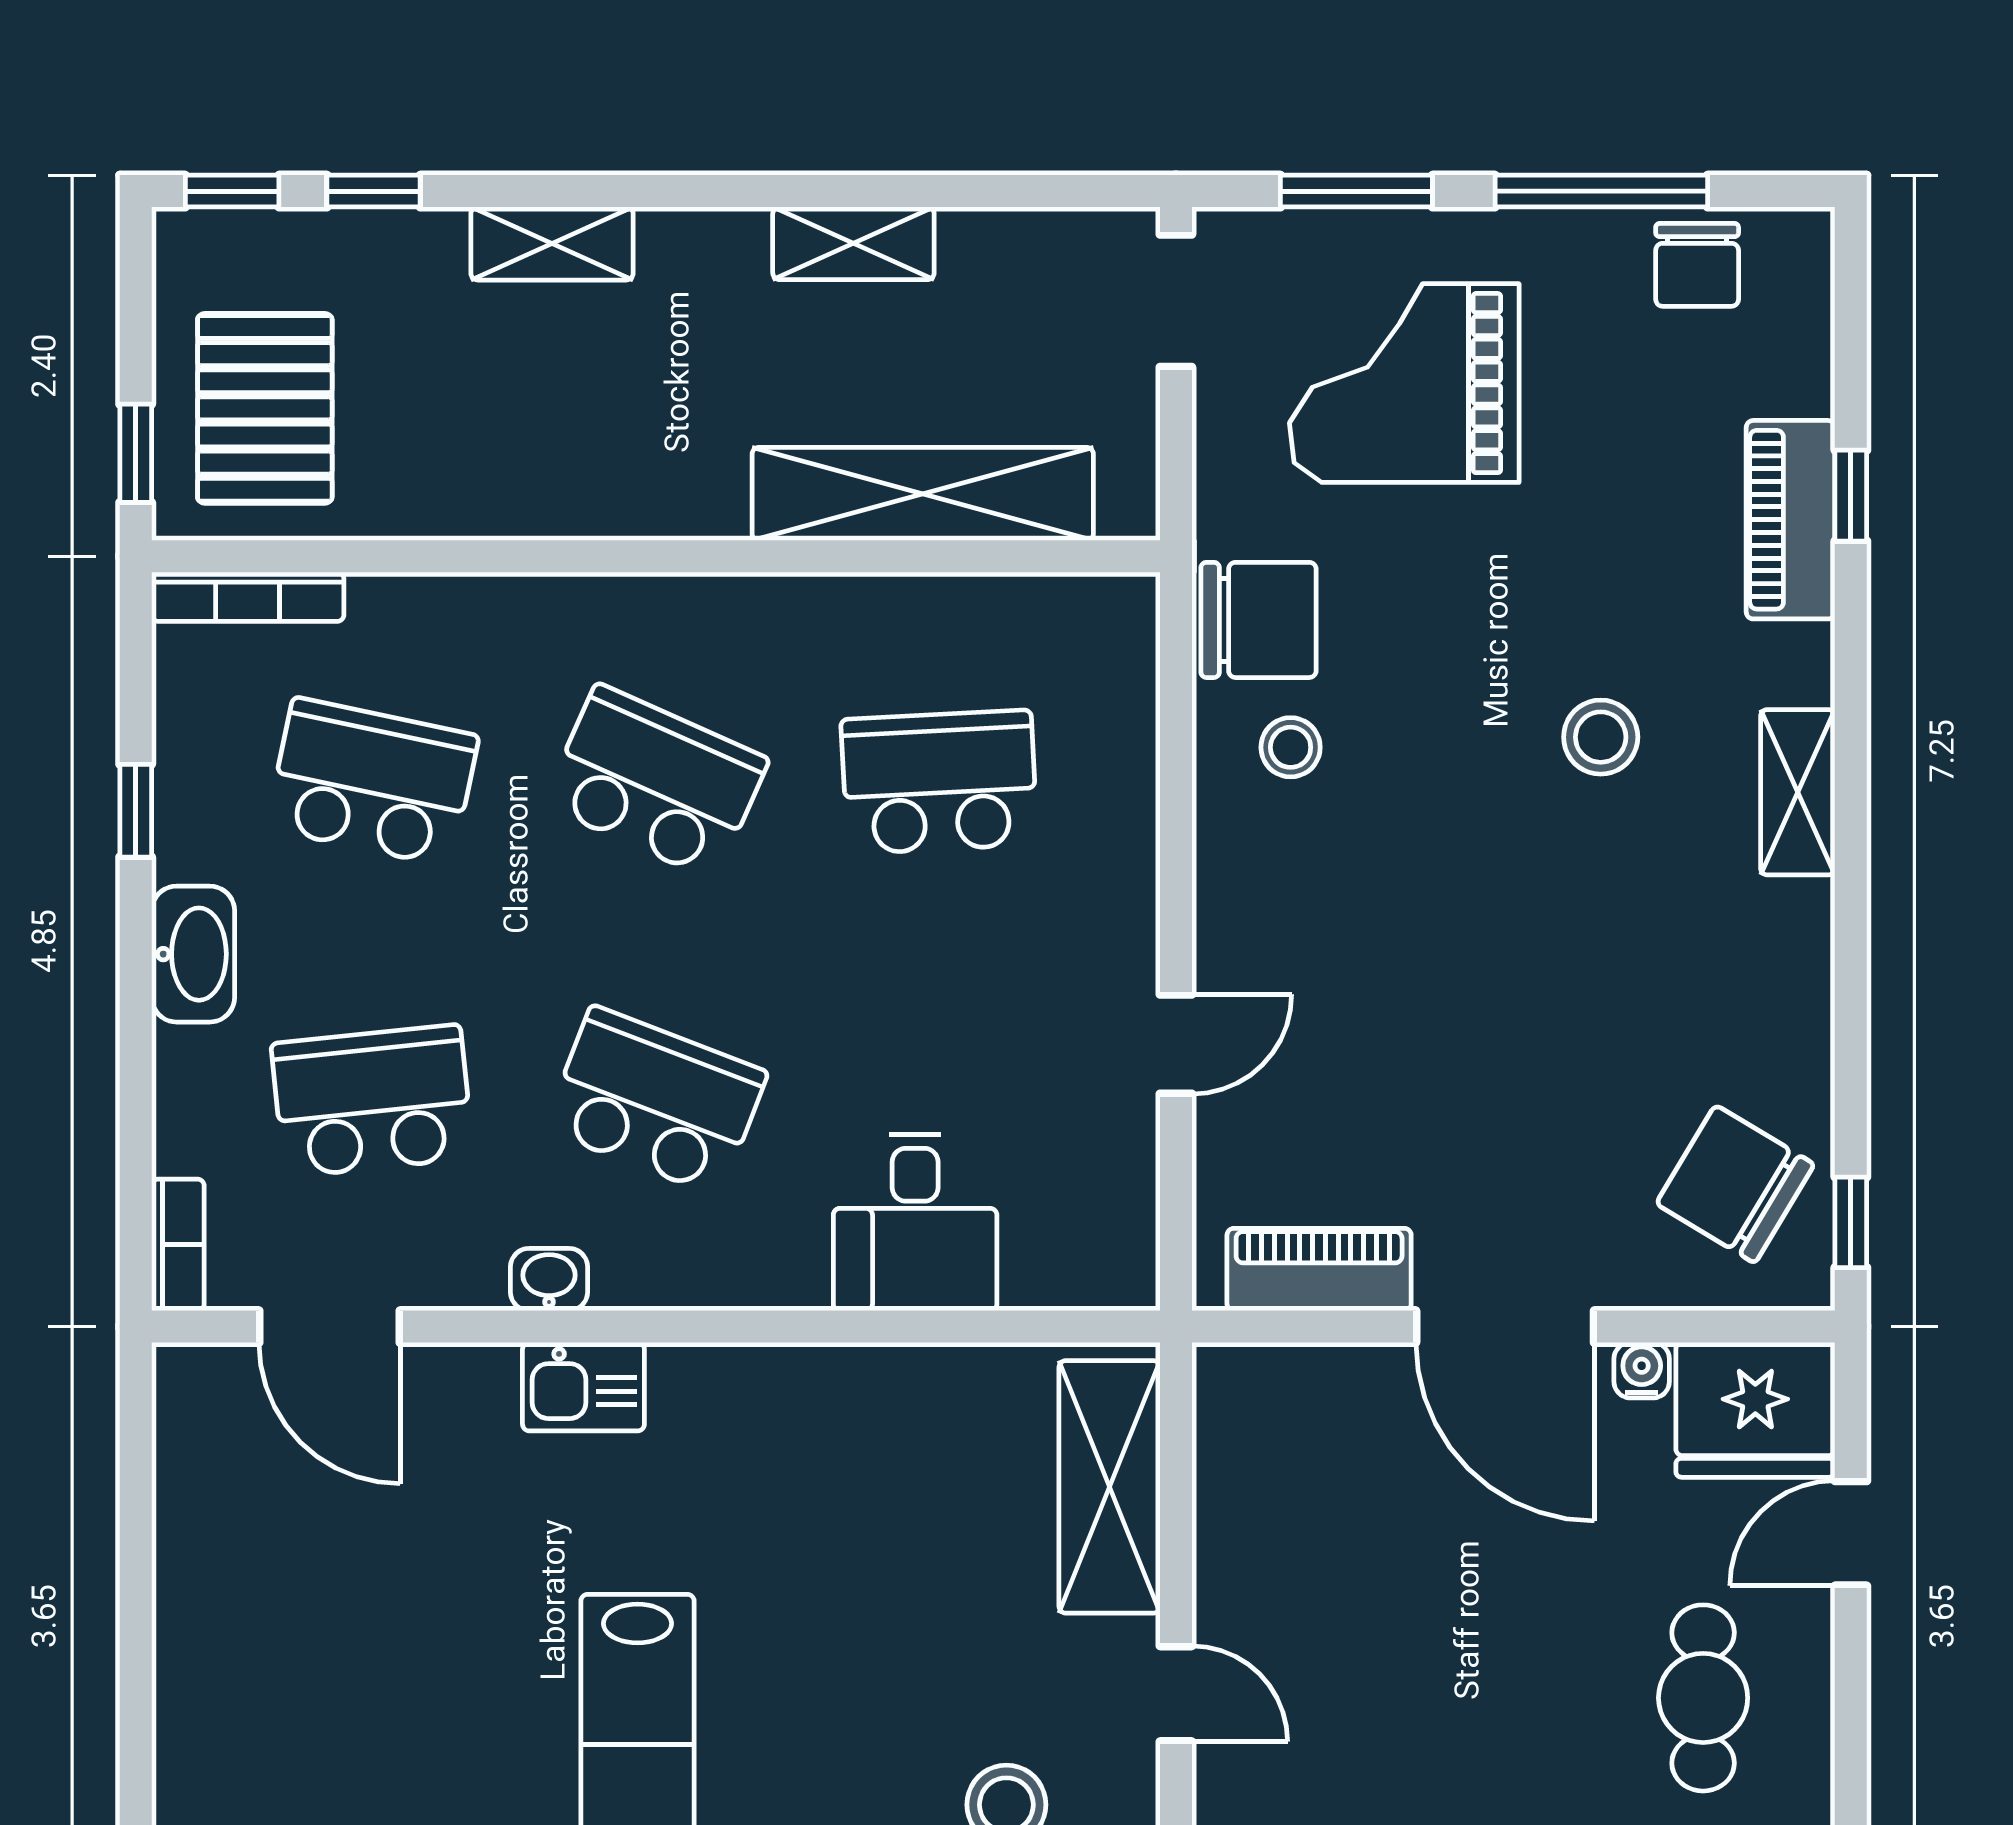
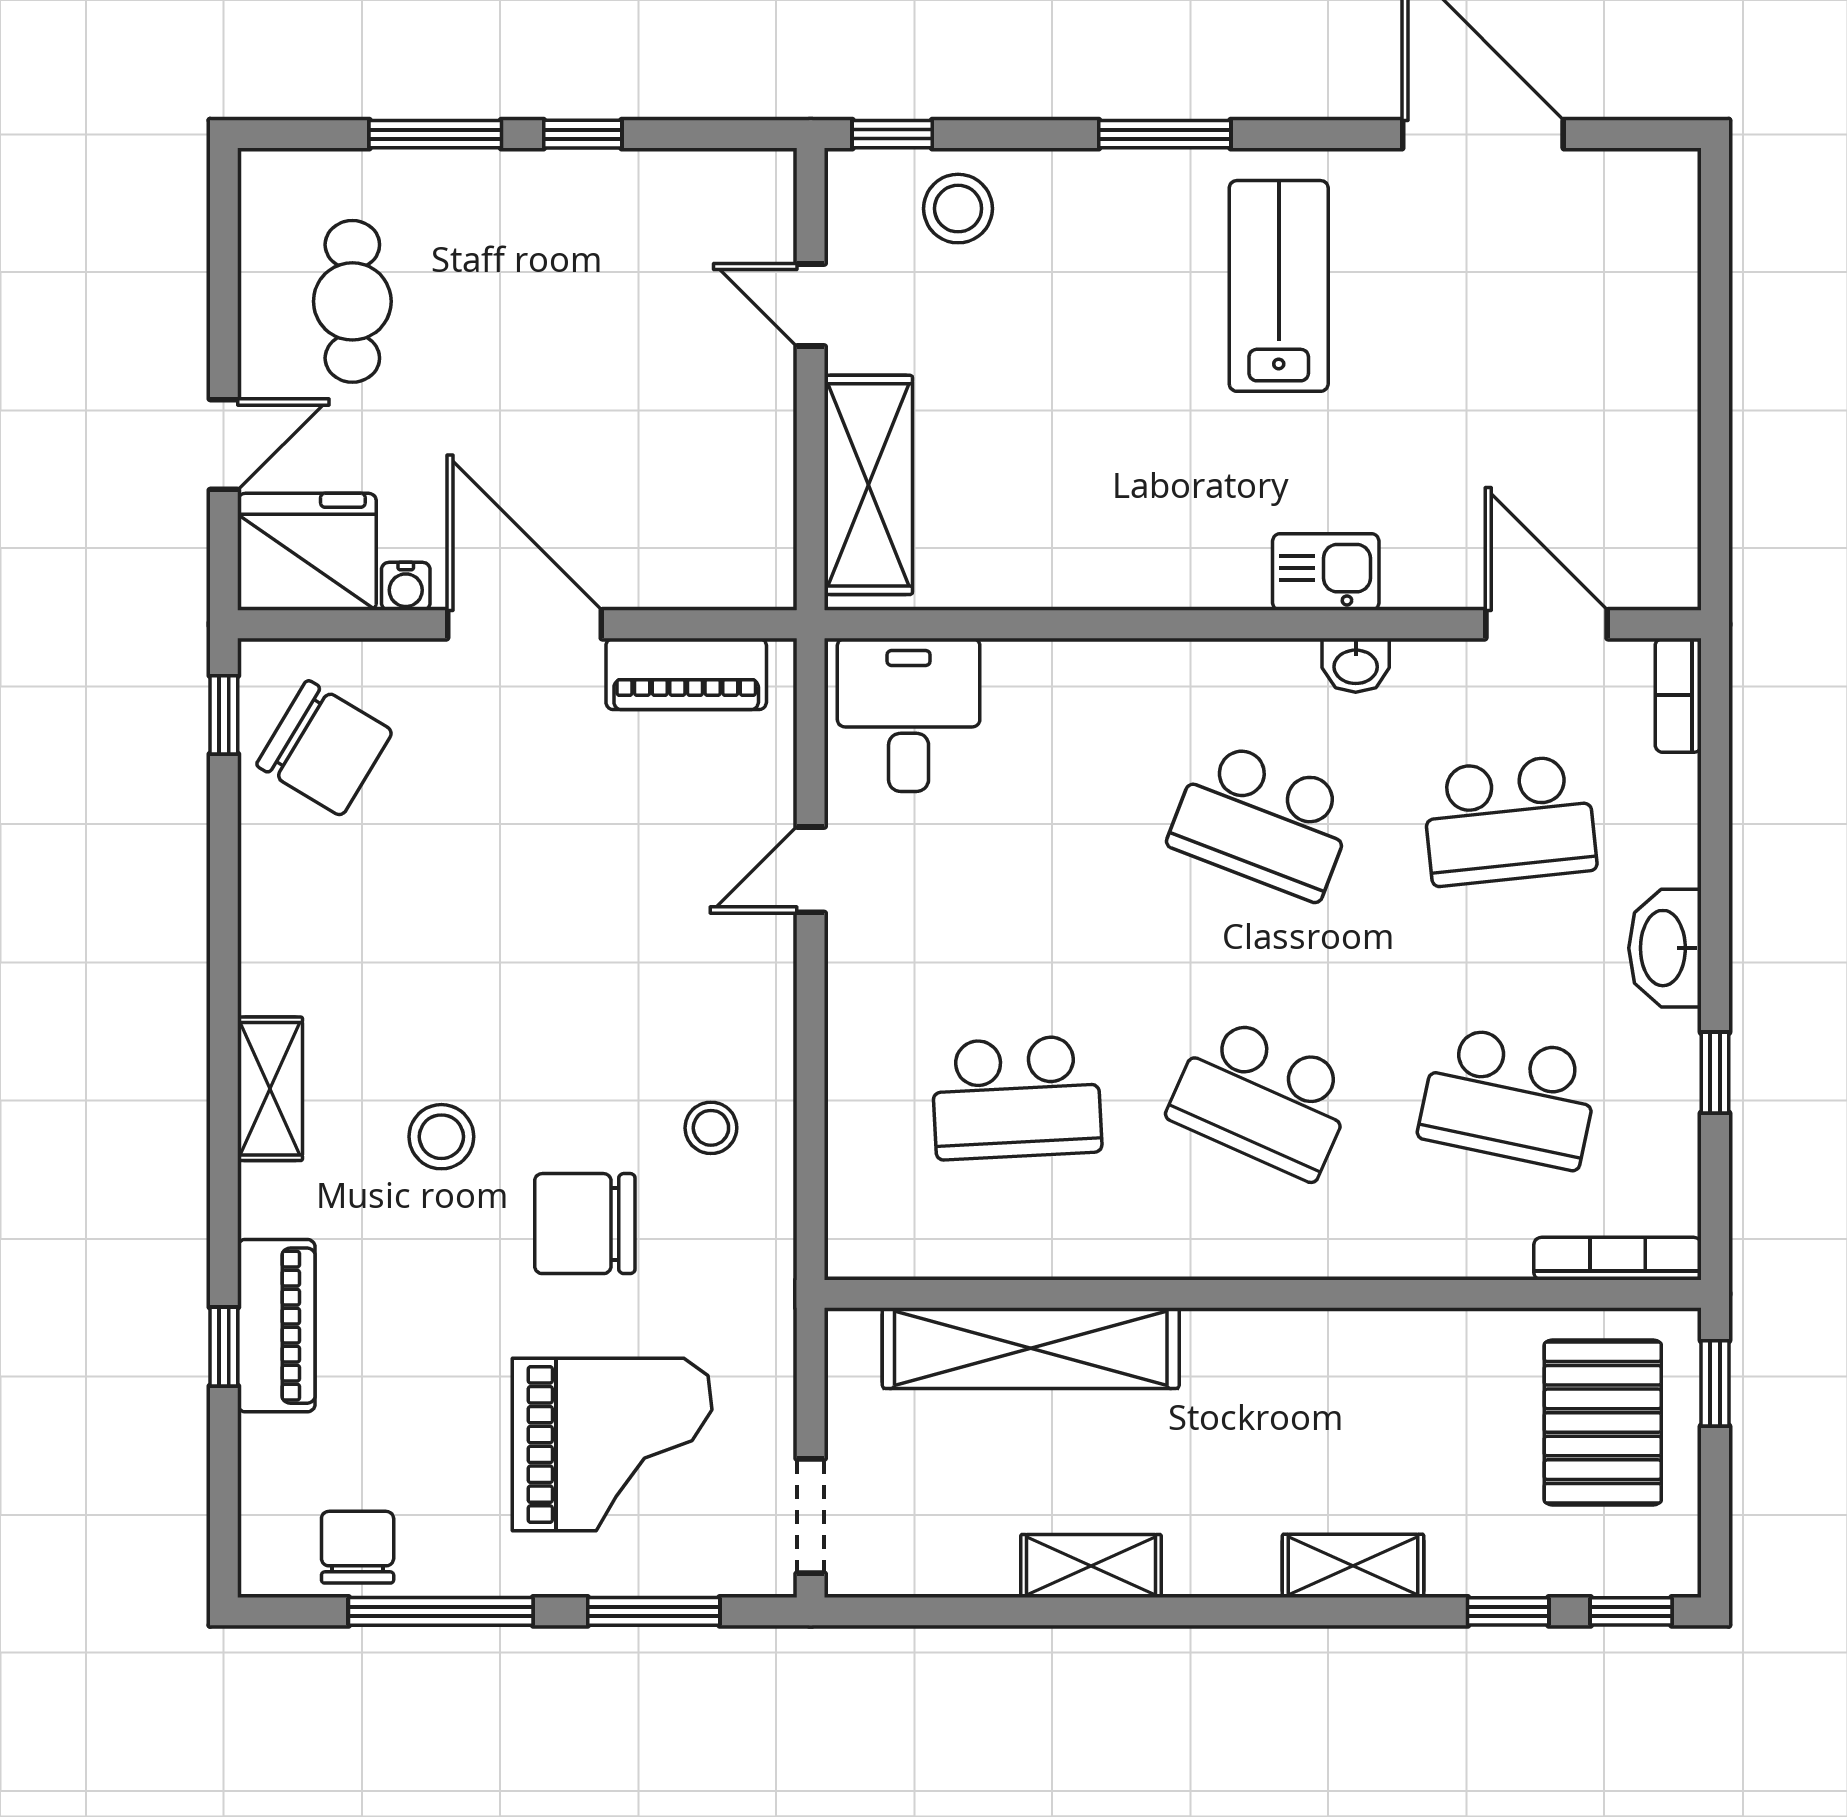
chair: (1259, 620) -> (585, 1224), moved
desk: (915, 1222) -> (909, 715), moved

